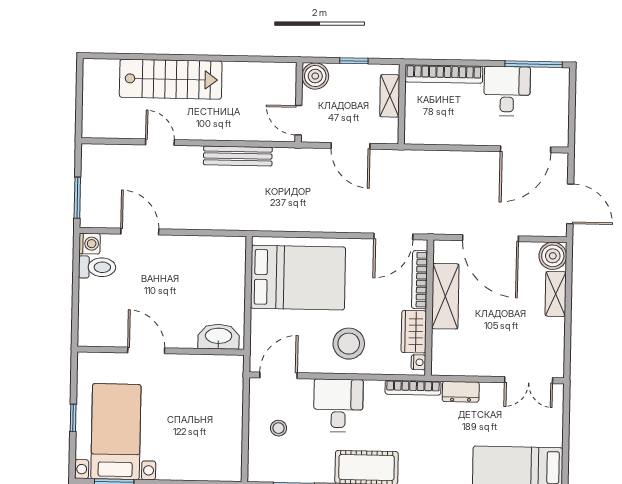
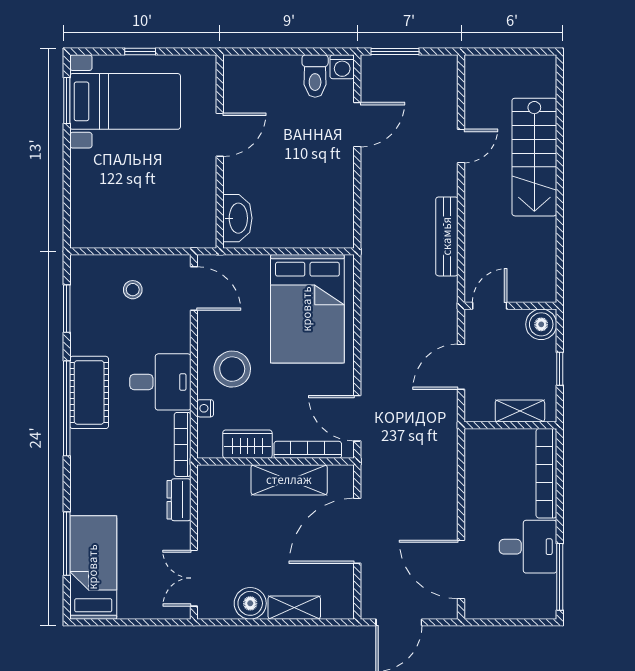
boiler: (553, 256) -> (250, 603), moved
nightstand: (418, 362) -> (205, 408), moved, turned 90
desk: (338, 405) -> (160, 382), moved

